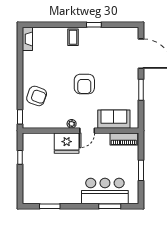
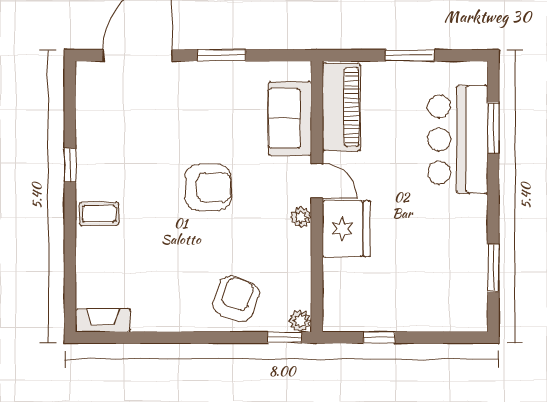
plant: (27, 123) -> (300, 321), added
piano: (124, 139) -> (341, 107), width x1.37, depth x1.33

